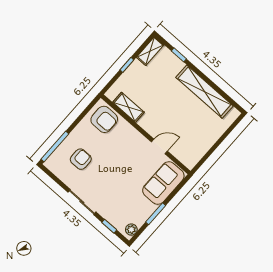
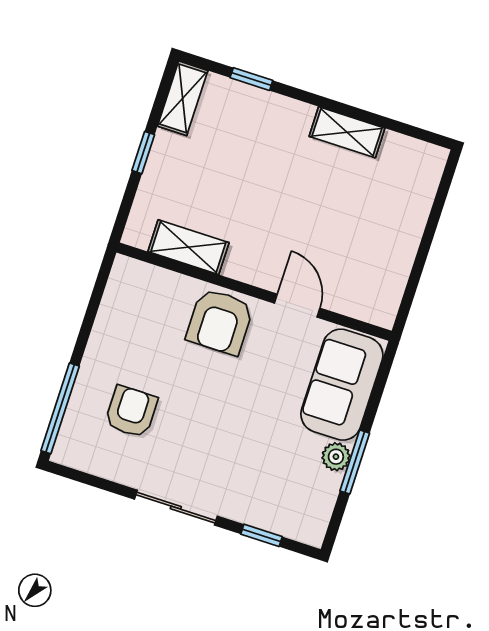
shelving: (204, 92) -> (347, 132), width x0.45, depth x0.75
armchair: (104, 119) -> (220, 322), moved, turned 90
door: (159, 146) -> (297, 306), hinge flipped
plant: (131, 230) -> (336, 457), moved

